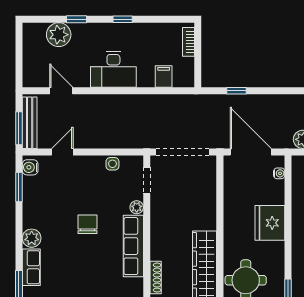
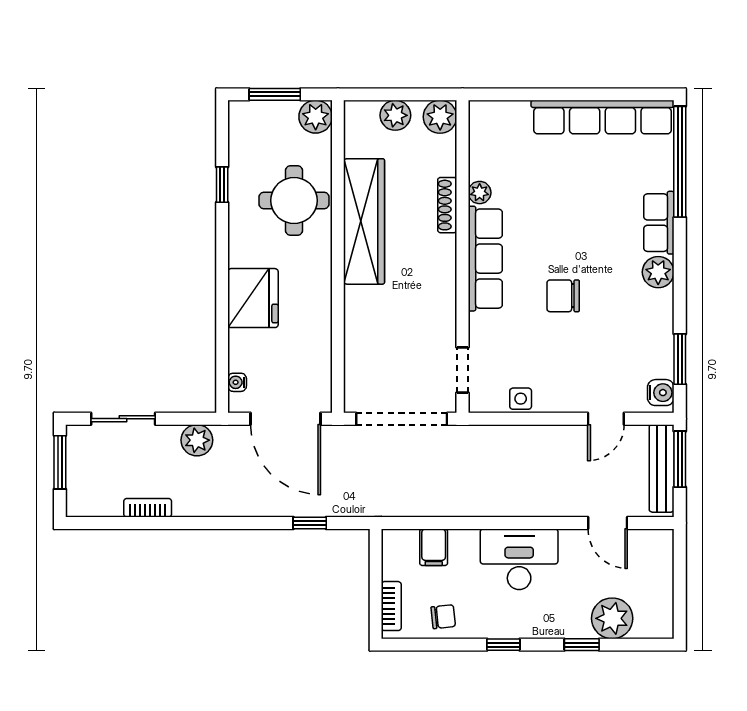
chair: (158, 36) -> (443, 617), added
plant: (137, 207) -> (480, 193), moved
chair: (87, 224) -> (563, 296), turned 90

